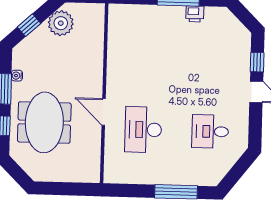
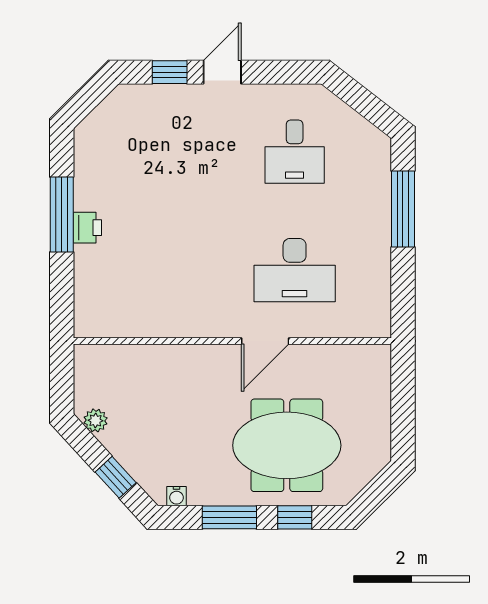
printer: (195, 14) -> (87, 228), moved
plant: (61, 23) -> (96, 420), width x0.53, depth x0.53
water cooler: (17, 76) -> (177, 496), moved

